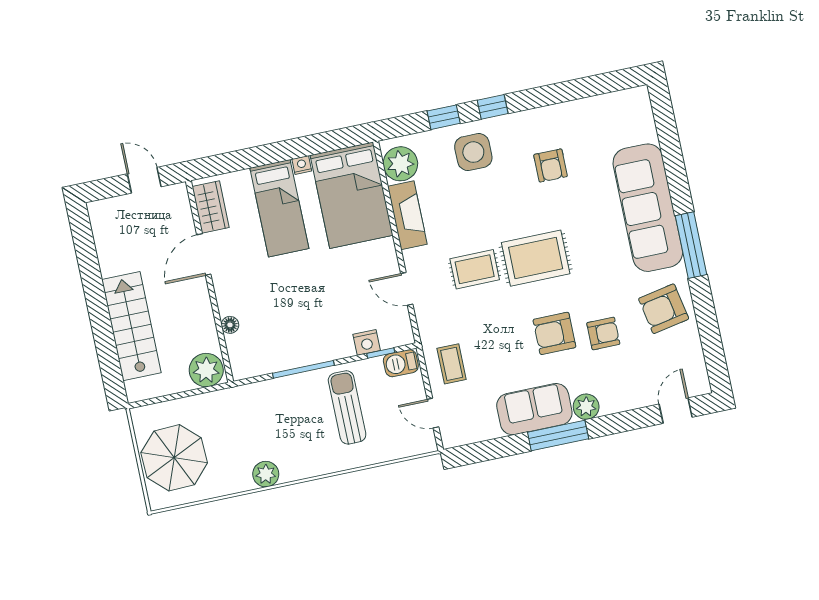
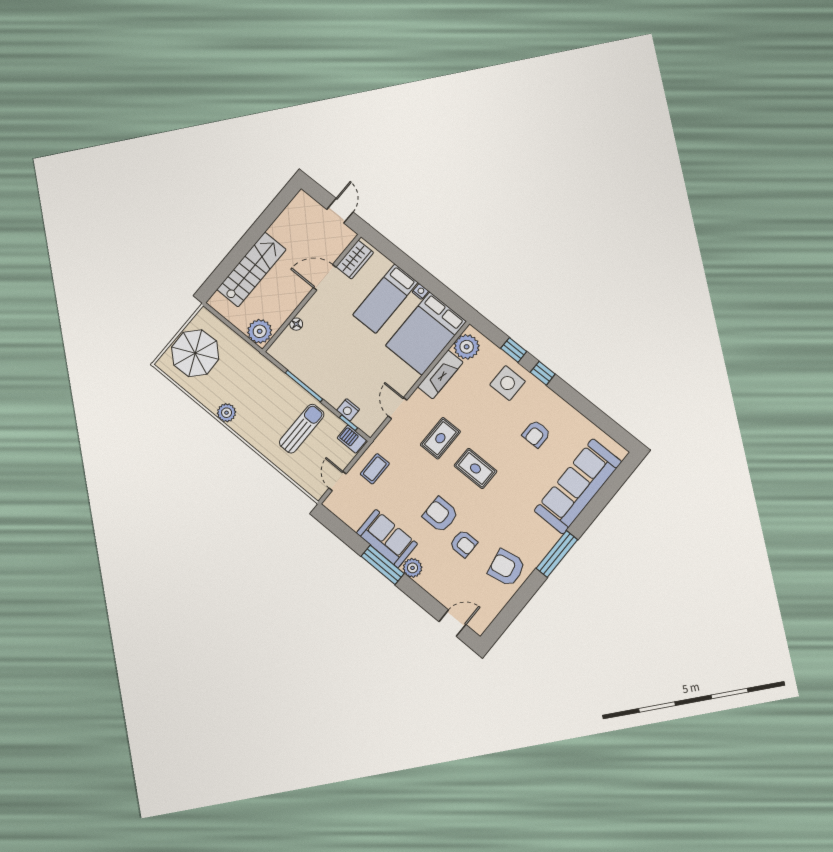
sofa: (648, 208) -> (578, 486), moved
rug: (536, 258) -> (475, 468), width x0.73, depth x0.70
rug: (475, 269) -> (440, 438), turned 90

